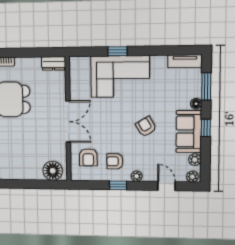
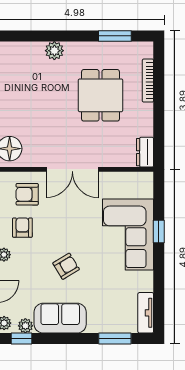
floor lamp: (196, 104) -> (94, 327), removed
window: (206, 128) -> (21, 338), moved

